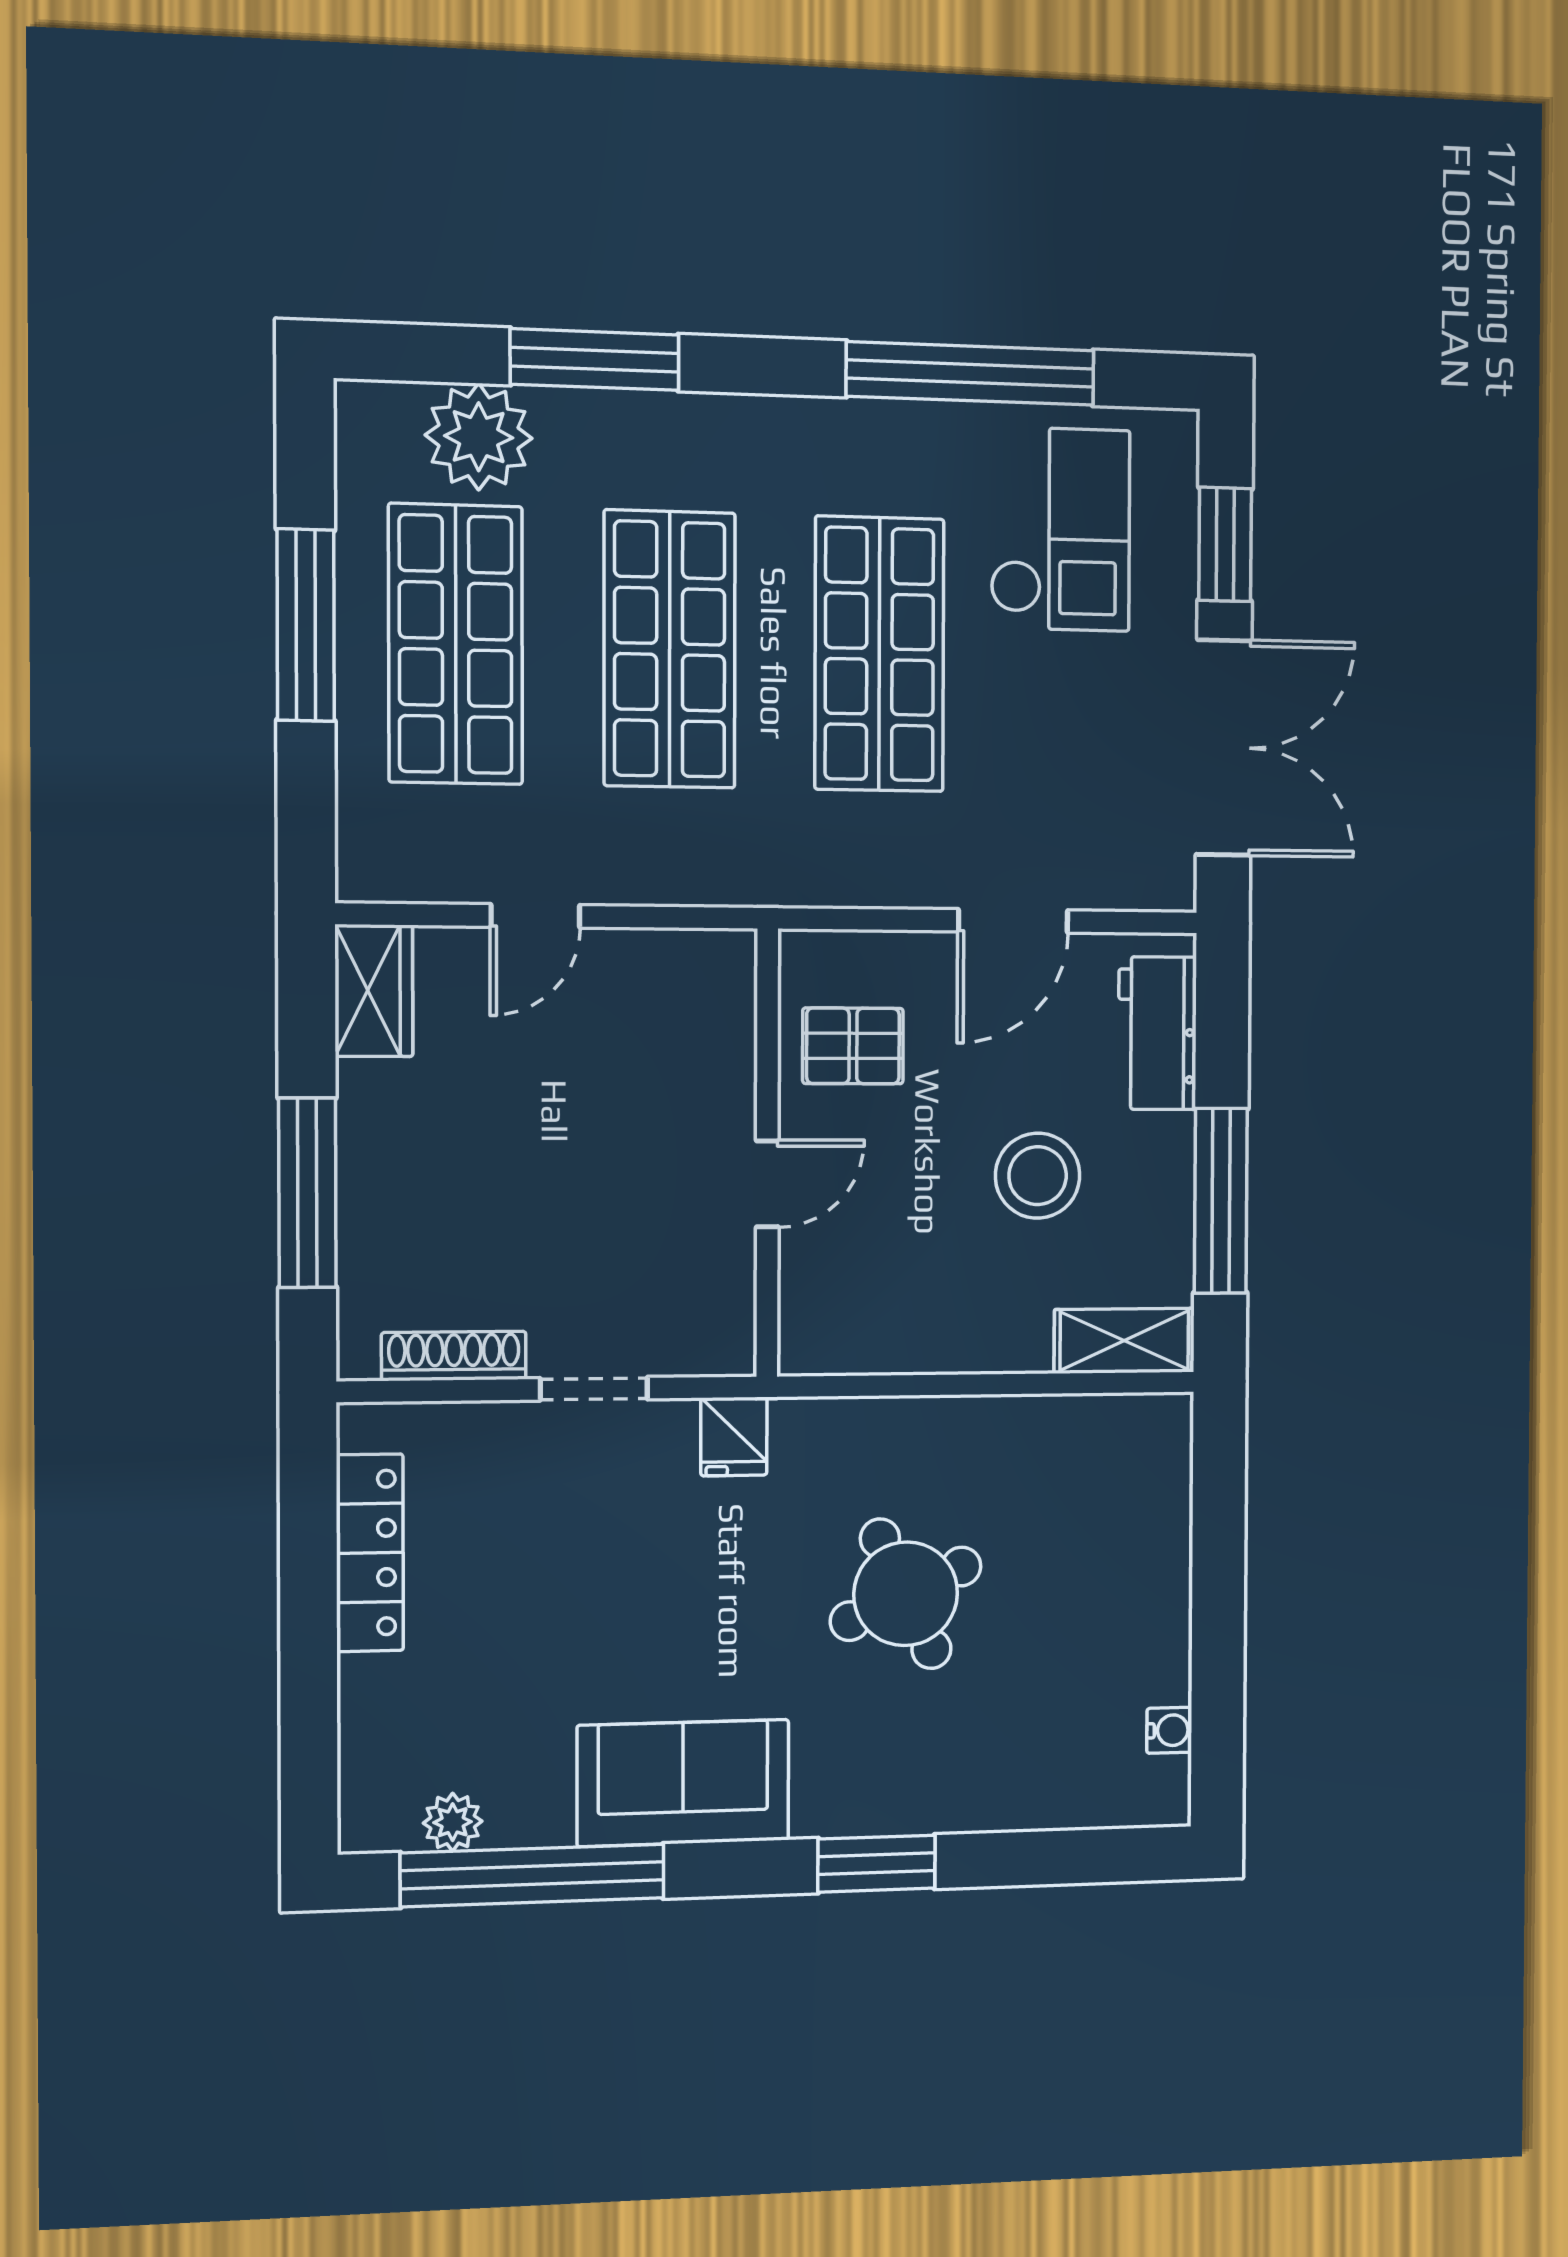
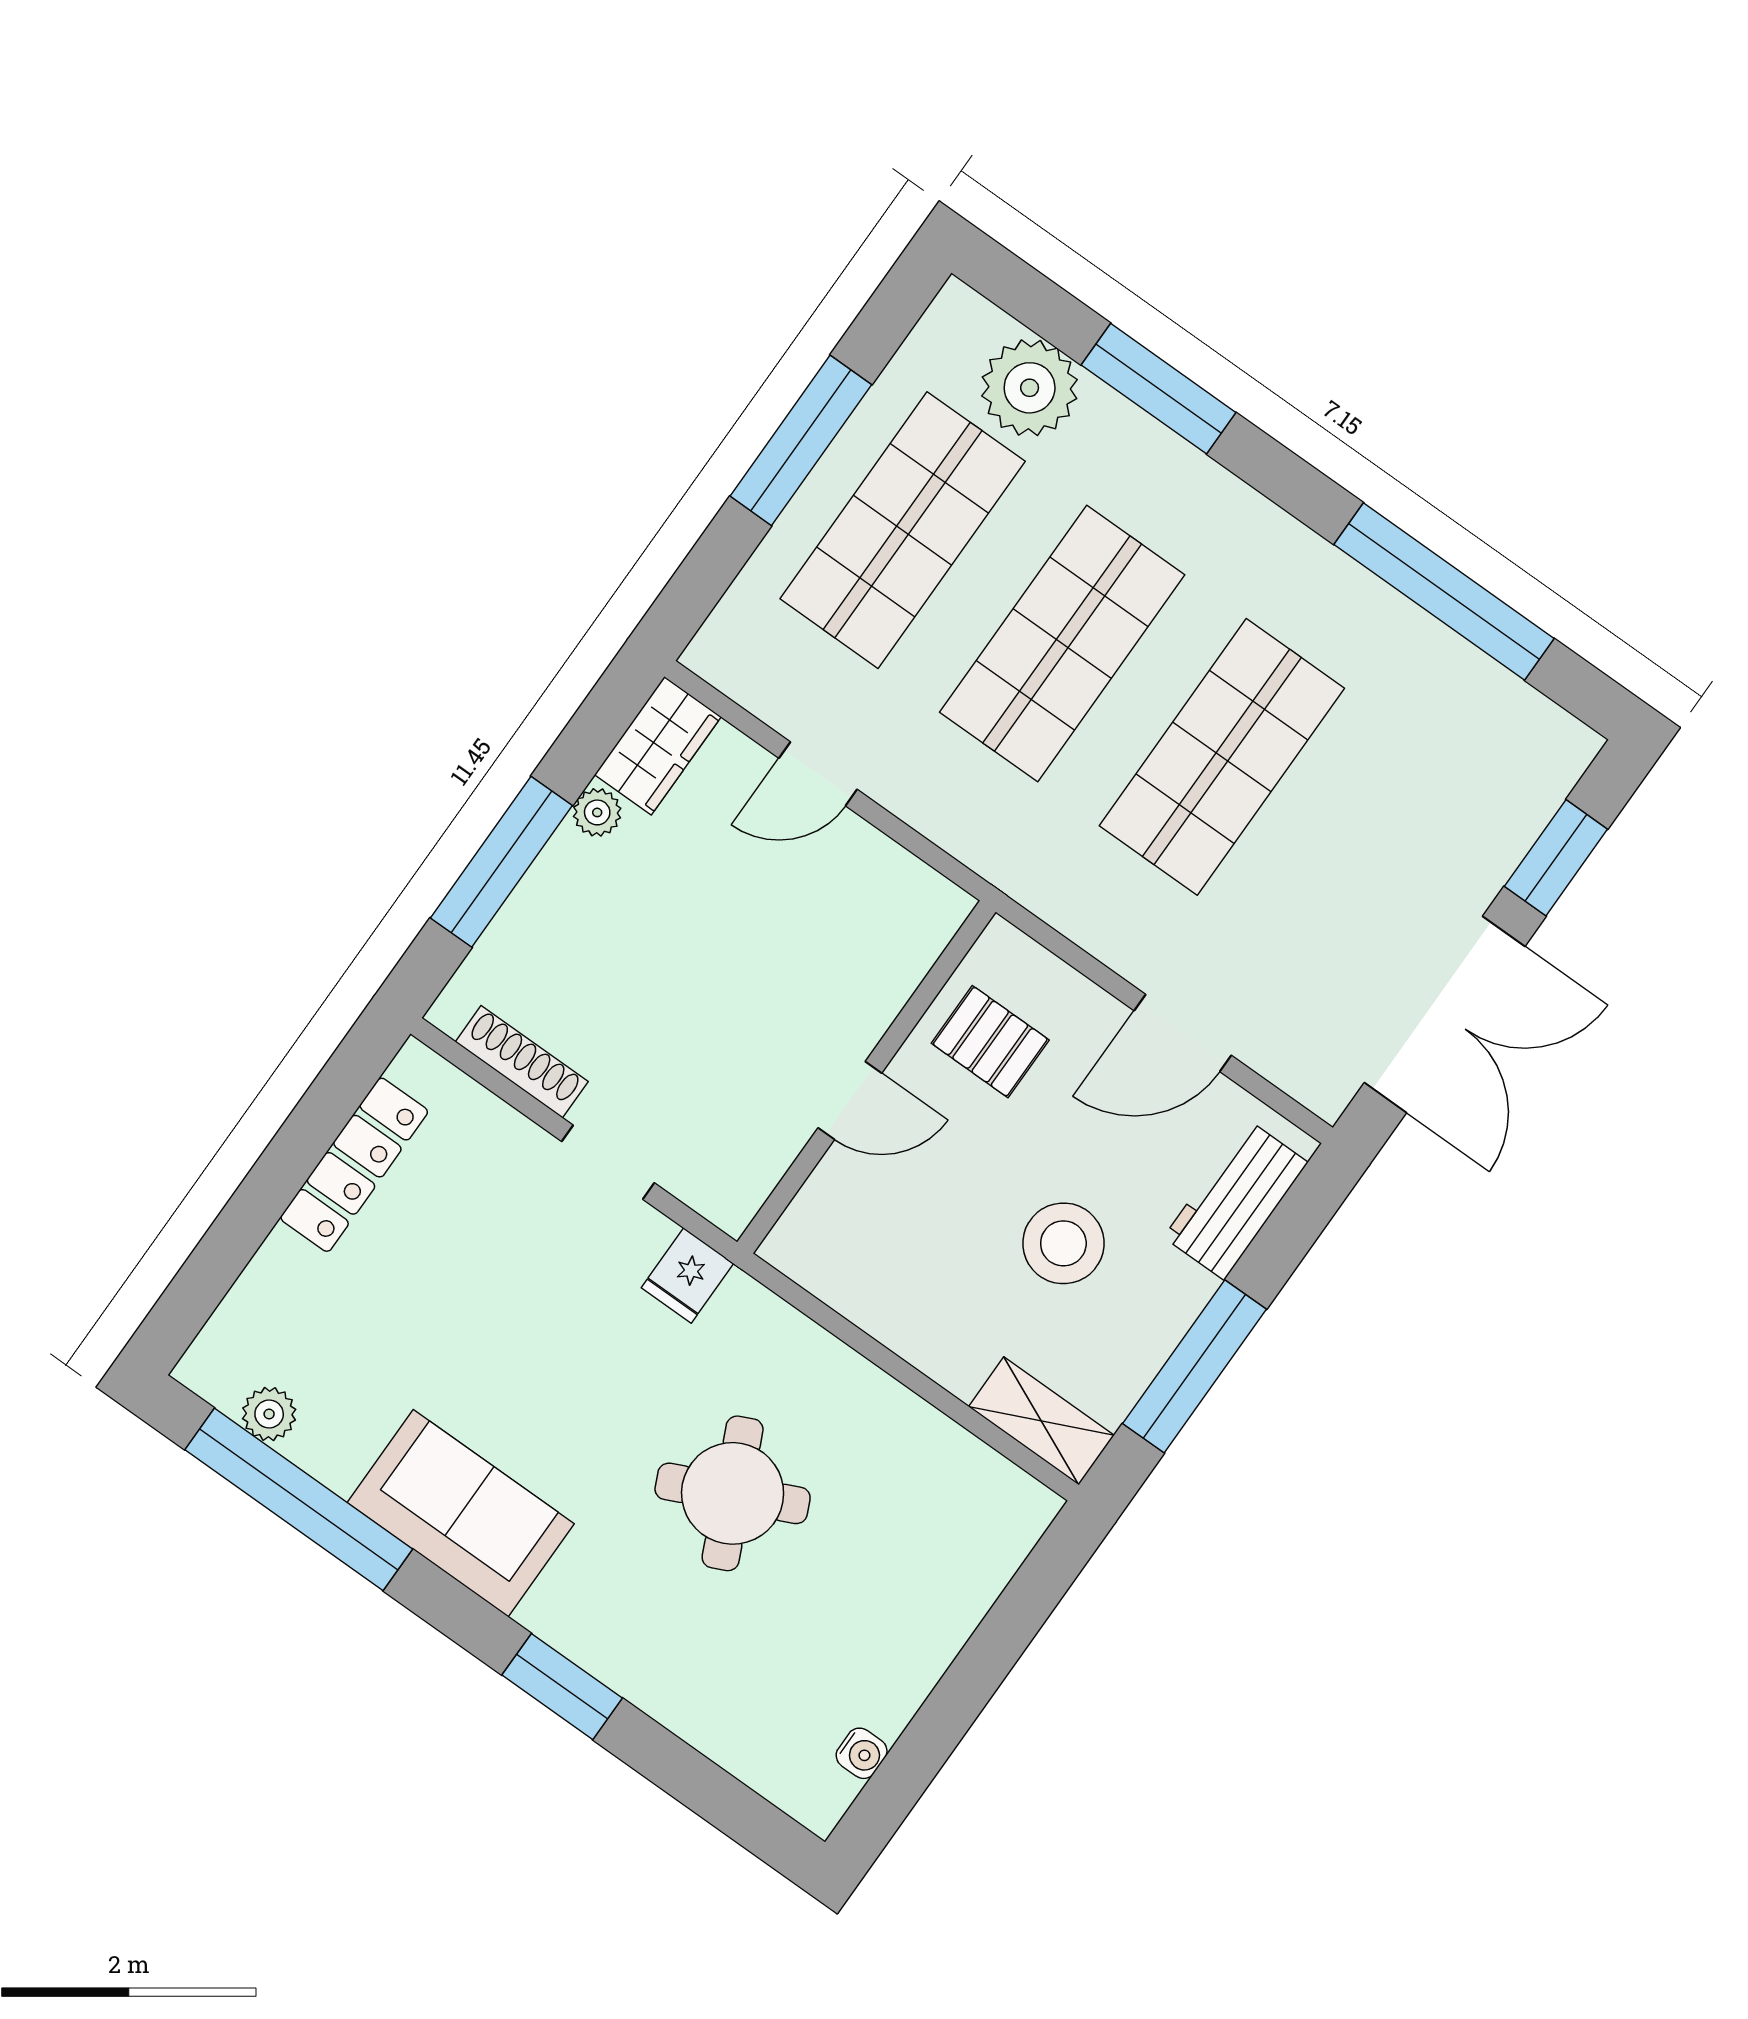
checkout: (1060, 529) -> (1432, 758), removed
plant: (362, 1088) -> (597, 812), added

